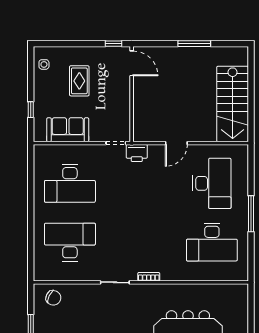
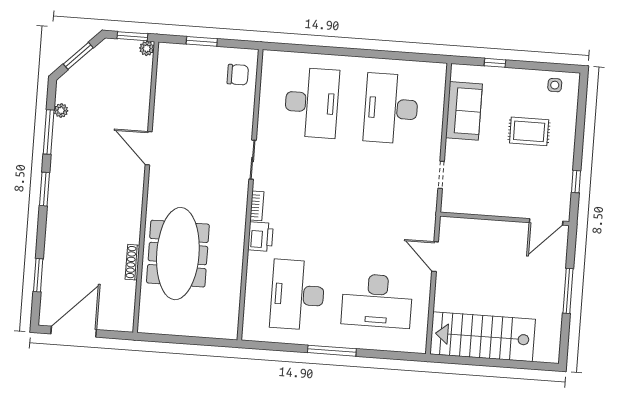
door: (132, 63) -> (546, 222), moved
wall: (132, 94) -> (505, 219), moved
printer: (137, 153) -> (261, 237), moved, turned 180
chair: (53, 298) -> (238, 75), turned -116

